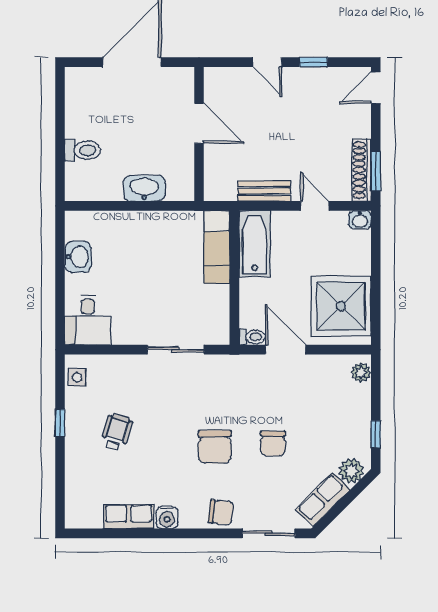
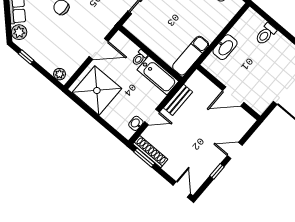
washbasin: (360, 220) -> (136, 123), moved
exam couch: (217, 247) -> (191, 56), moved, turned -90
toilet: (252, 337) -> (139, 58), moved

